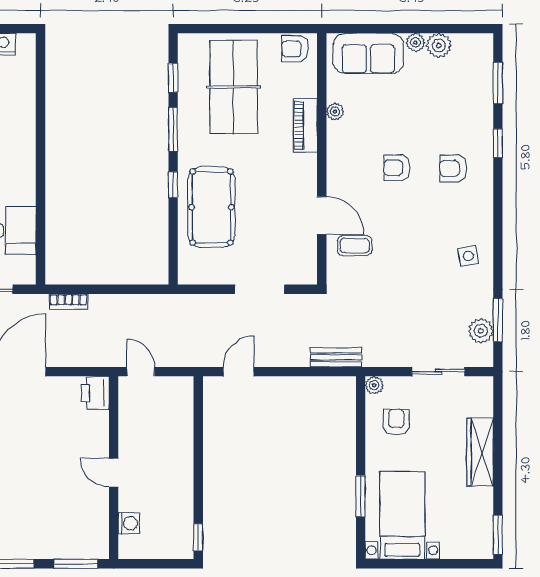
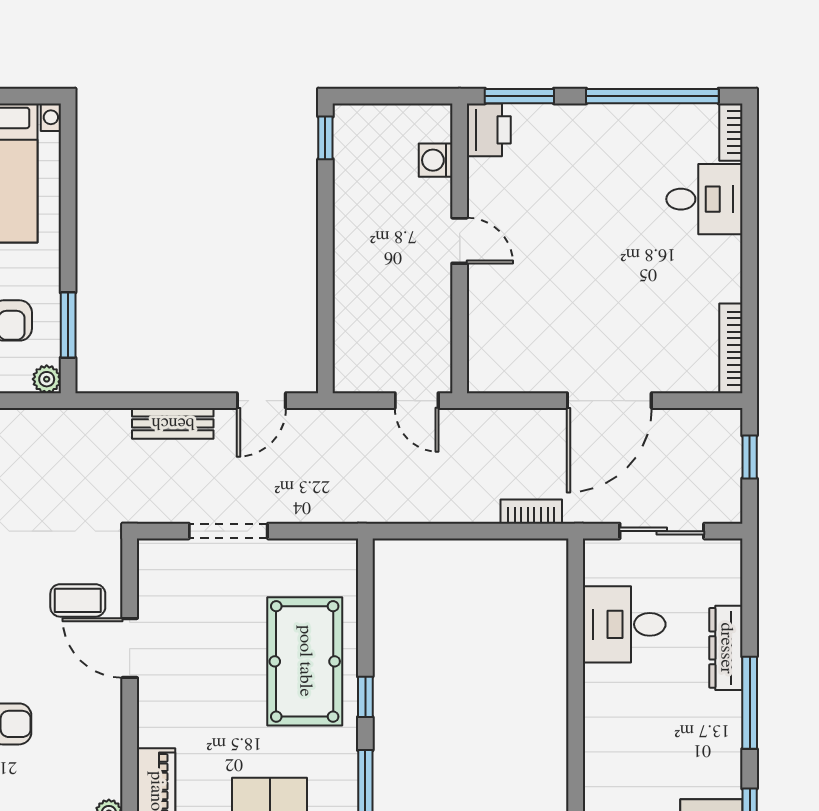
bench: (336, 357) -> (173, 423), moved
printer: (95, 393) -> (489, 130), moved
window: (361, 496) -> (68, 325), moved

